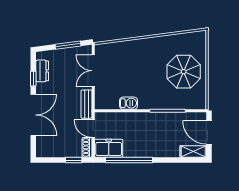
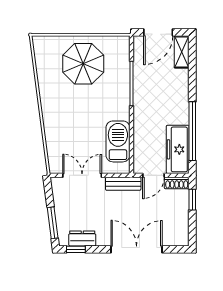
window: (68, 45) -> (53, 223), moved
double door: (93, 71) -> (82, 175), swing flipped
window: (33, 79) -> (76, 249), moved
barbecue: (129, 103) -> (118, 141), width x1.88, depth x1.53
freezer: (109, 148) -> (178, 149), width x1.40

